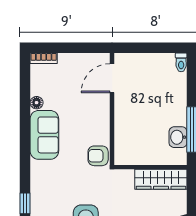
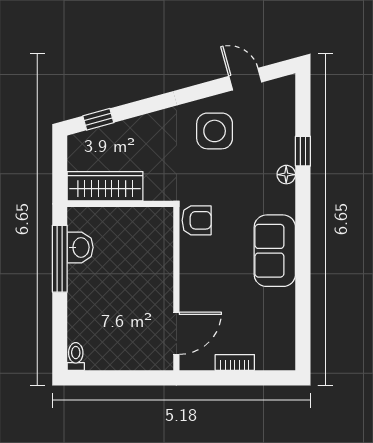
bookcase: (44, 58) -> (235, 362), moved
floor lamp: (37, 103) -> (286, 175), moved

